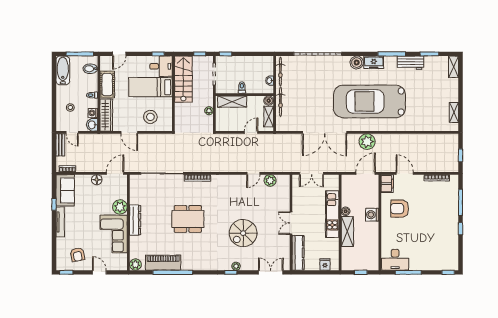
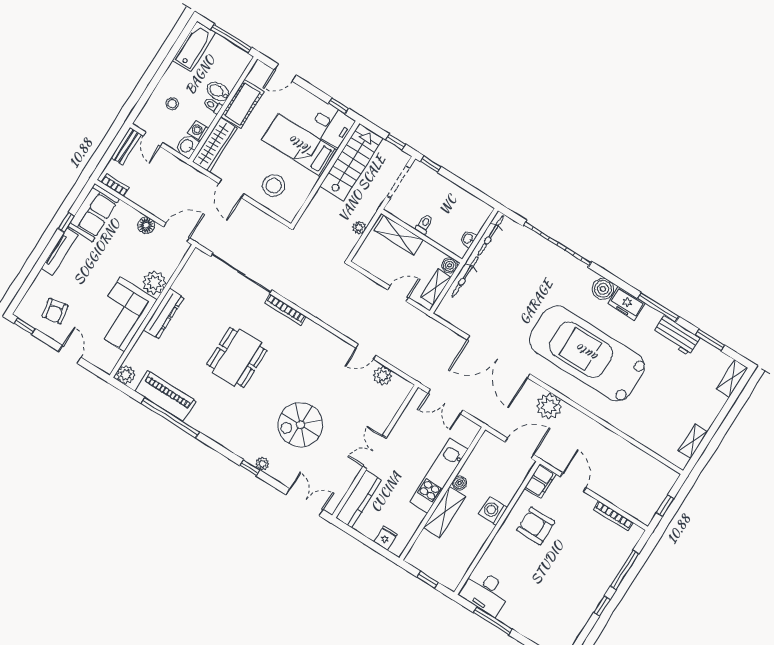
bidet: (90, 69) -> (218, 92), moved
dining table: (188, 219) -> (237, 358), turned 90

